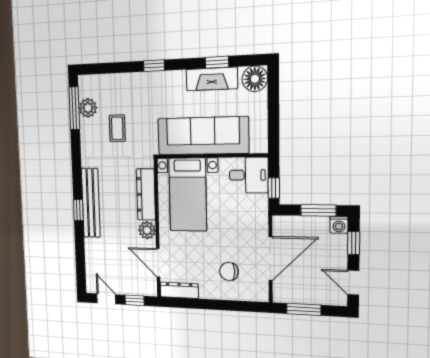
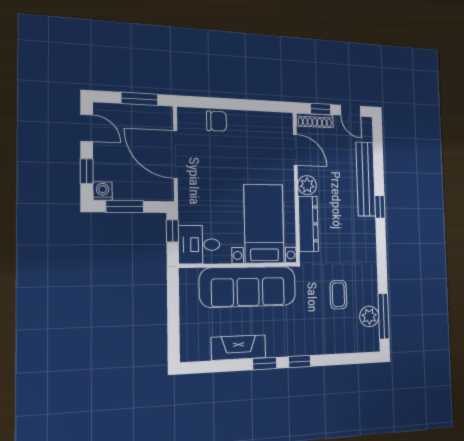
window: (217, 62) -> (265, 363), moved
floor lamp: (255, 79) -> (193, 348), removed
bench: (91, 203) -> (366, 179), moved
door: (270, 258) -> (175, 154), hinge flipped
chair: (229, 271) -> (217, 121), moved
shoe rack: (140, 290) -> (315, 121), added
dresser: (179, 290) -> (273, 120), removed

